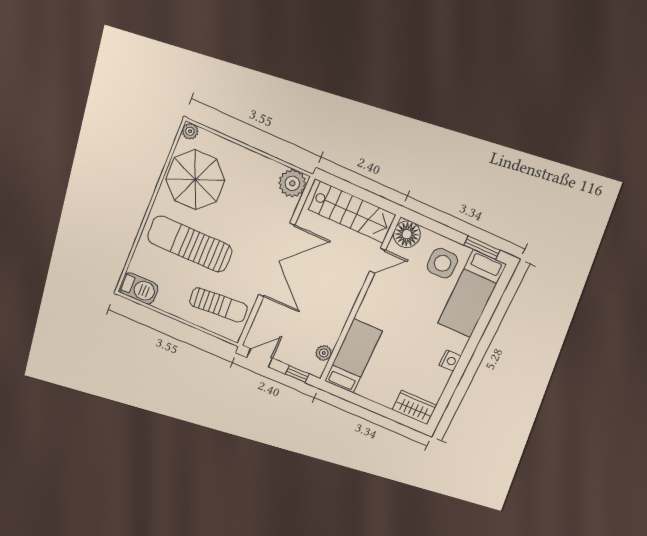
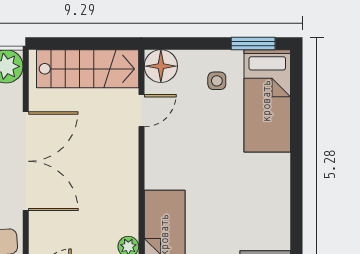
side table: (442, 263) -> (217, 81), width x0.54, depth x0.54
nightstand: (450, 361) -> (280, 190), removed

